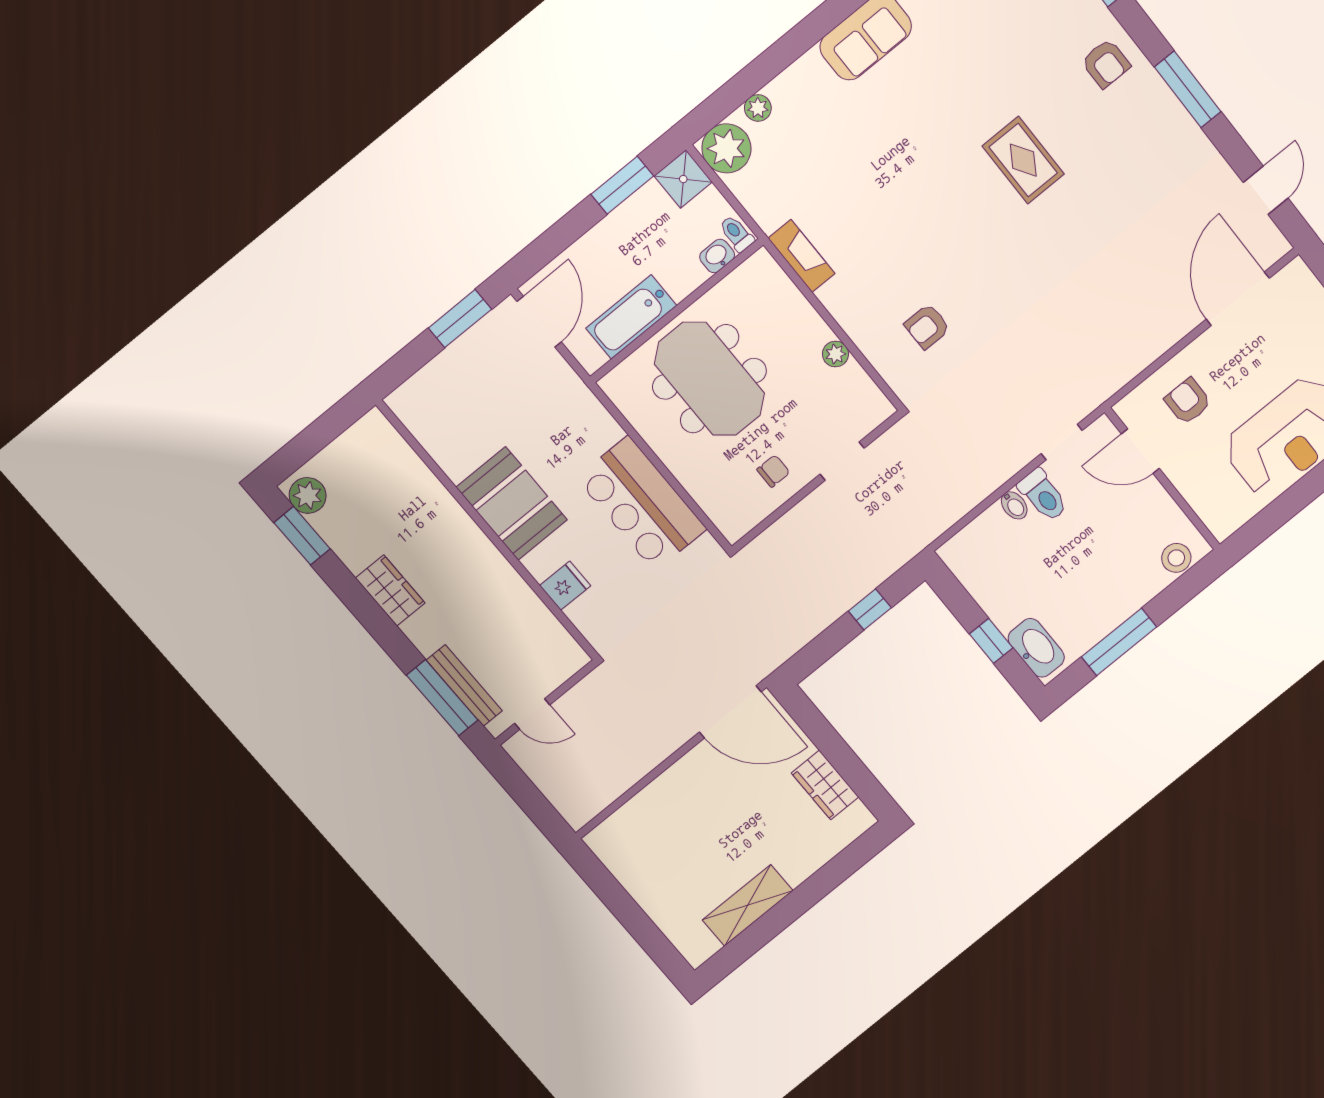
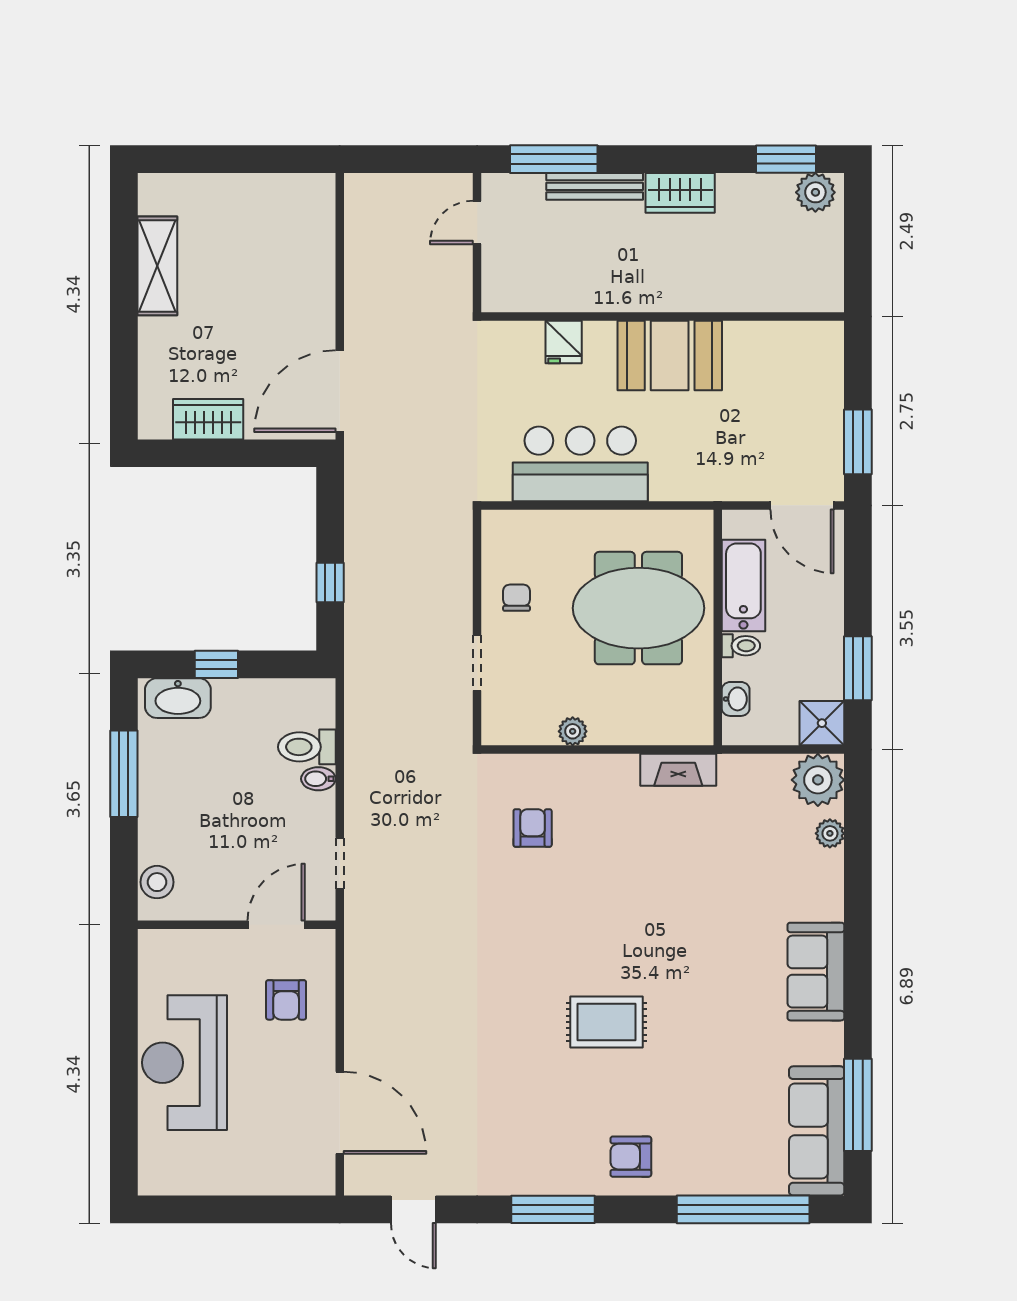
toilet: (737, 234) -> (741, 646), moved
armchair: (1188, 401) -> (286, 1000), turned 90
chair: (773, 471) -> (517, 598), turned 180
toilet: (1043, 495) -> (307, 747), moved
bench: (464, 685) -> (595, 186), moved

